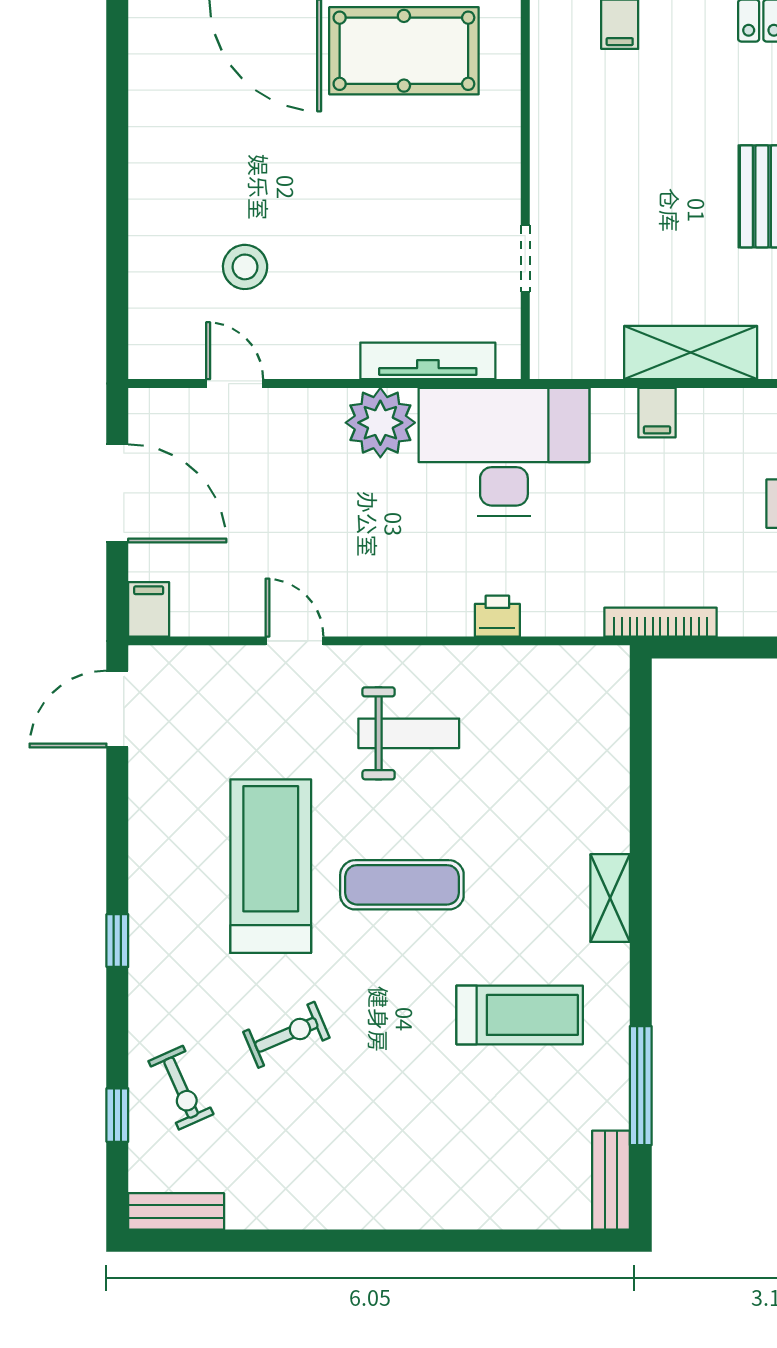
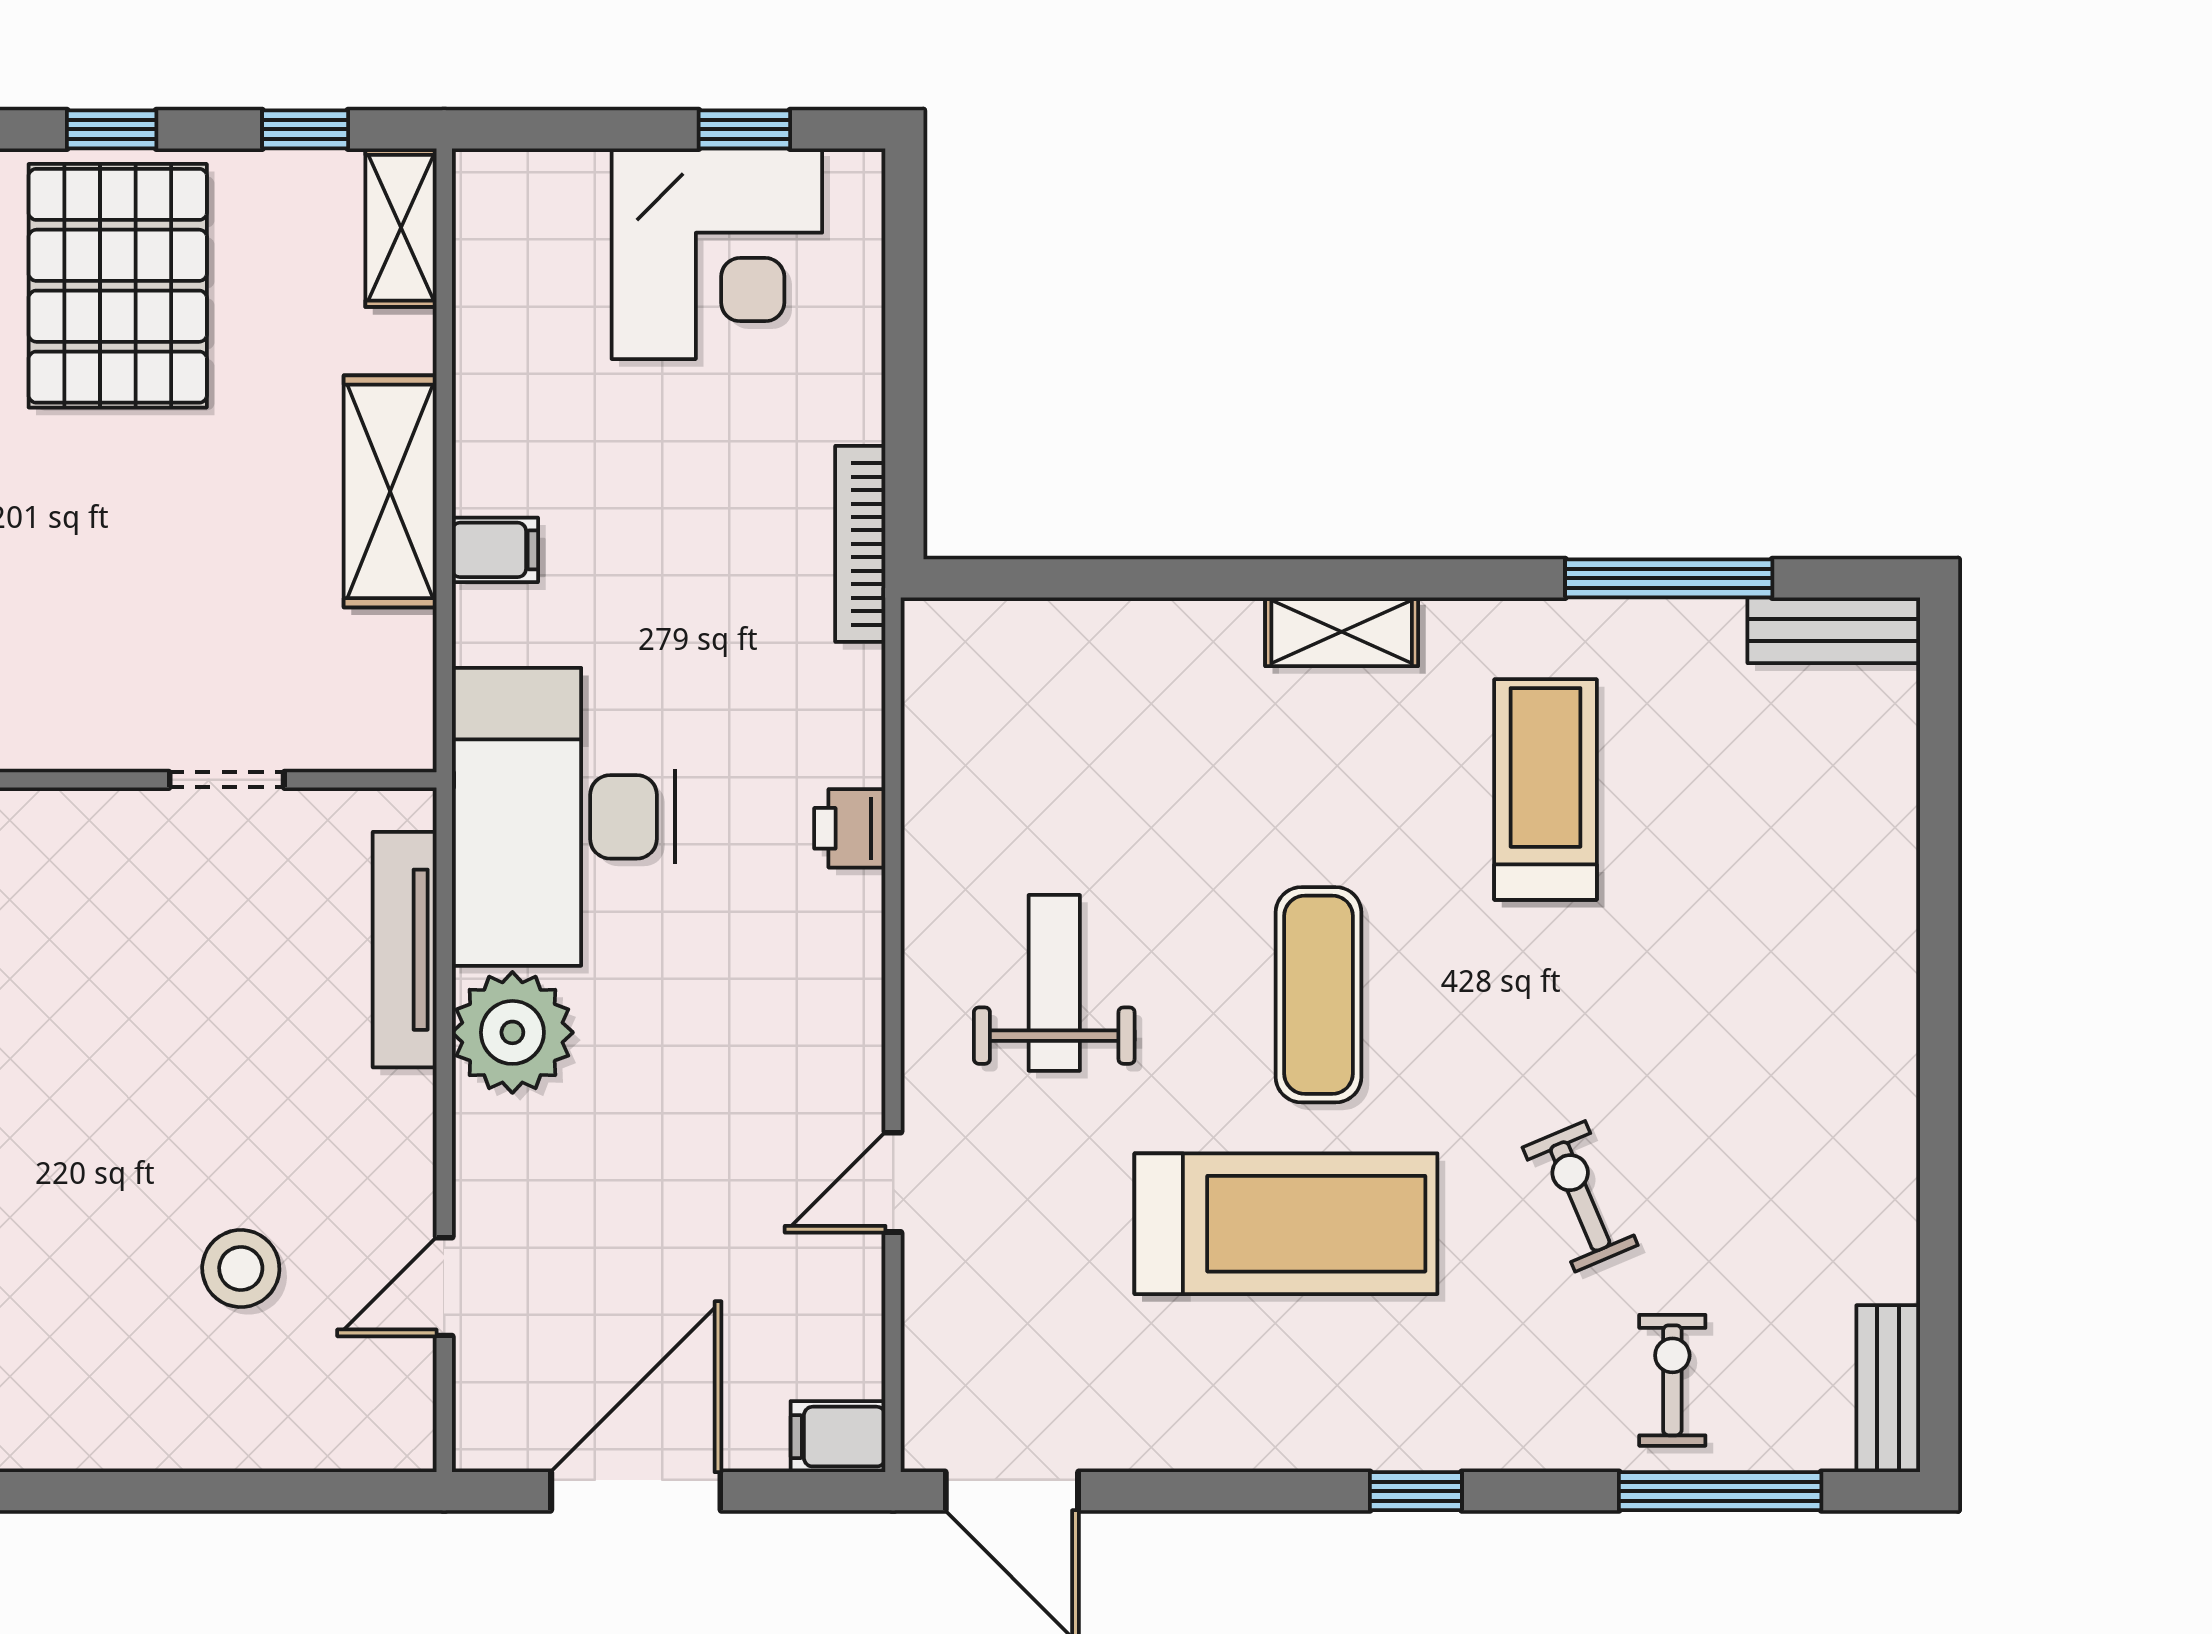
treadmill: (271, 866) -> (1286, 1224), turned 180
exercise bike: (181, 1088) -> (1672, 1380), turned -66
window: (117, 1115) -> (1720, 1491), width x2.17

